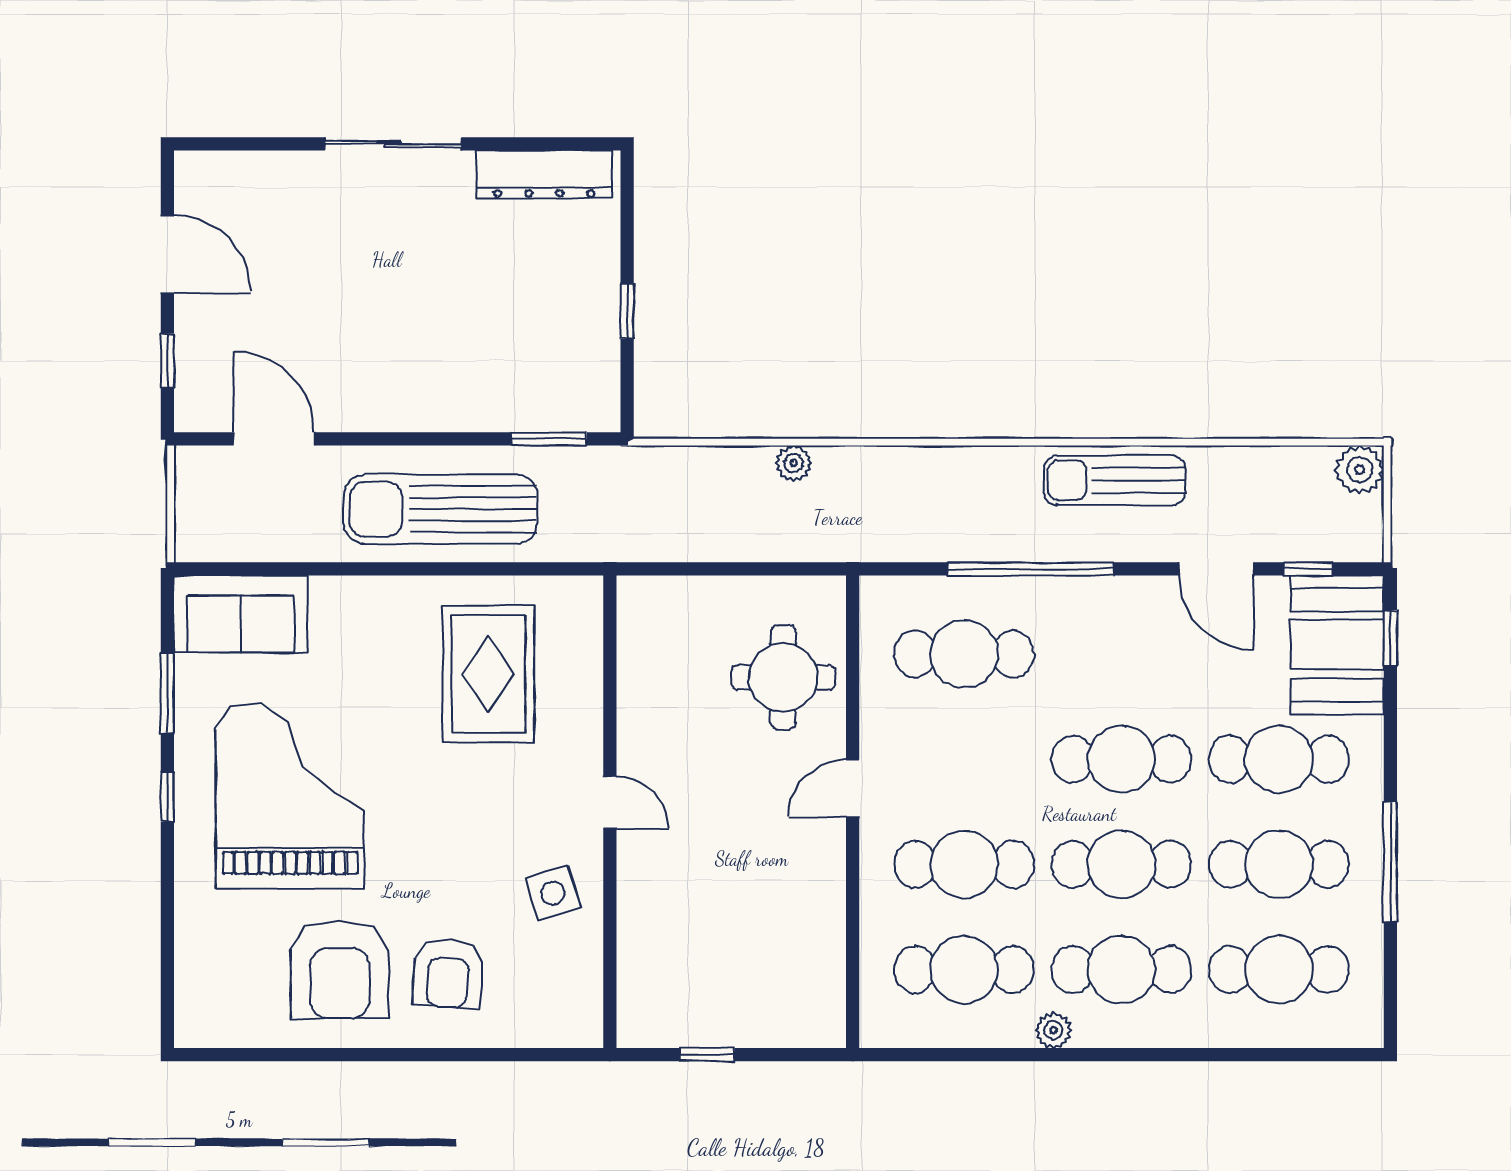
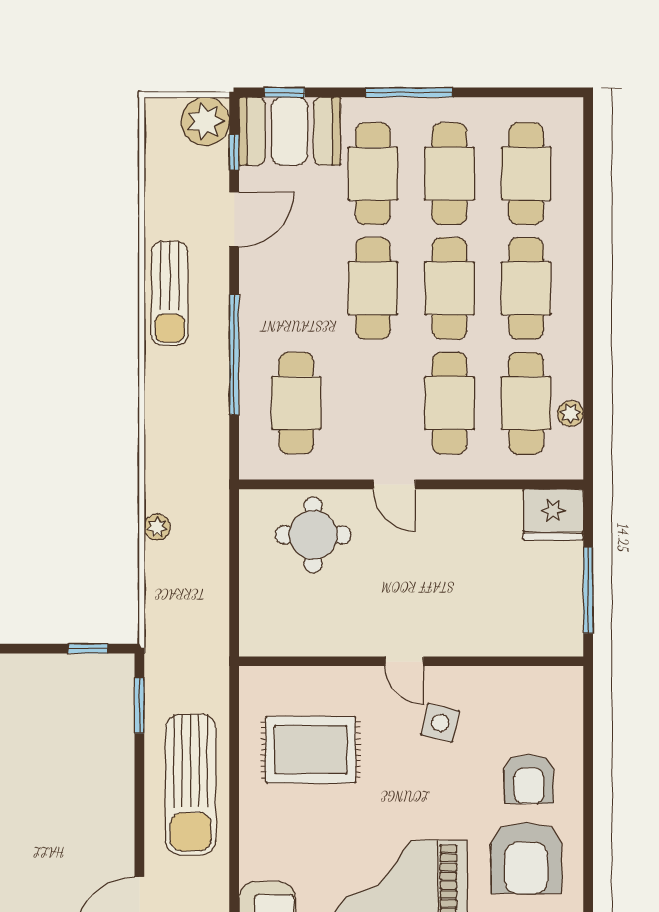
window: (627, 311) -> (88, 649), moved
plant: (1360, 470) -> (205, 121), moved, width x1.36, depth x1.36
door: (610, 802) -> (404, 661), swing flipped
window: (1390, 862) -> (409, 92), moved
side table: (553, 893) -> (440, 723), moved, turned 31
armchair: (340, 969) -> (526, 858), turned 90
armchair: (448, 973) -> (529, 779), turned 86
fridge: (811, 1007) -> (553, 515), added
plant: (1053, 1030) -> (570, 414), moved
window: (707, 1055) -> (588, 590), width x2.17

